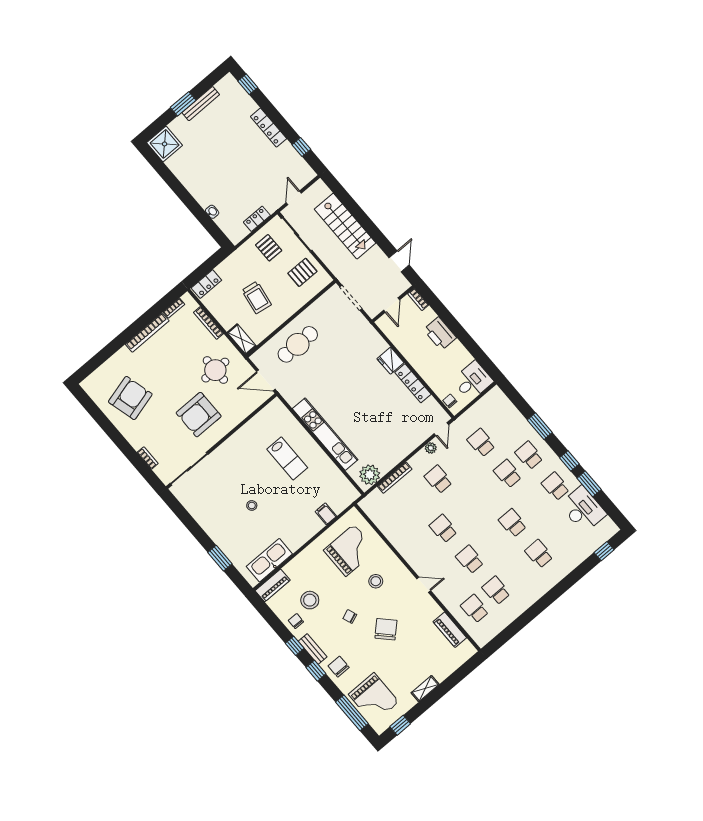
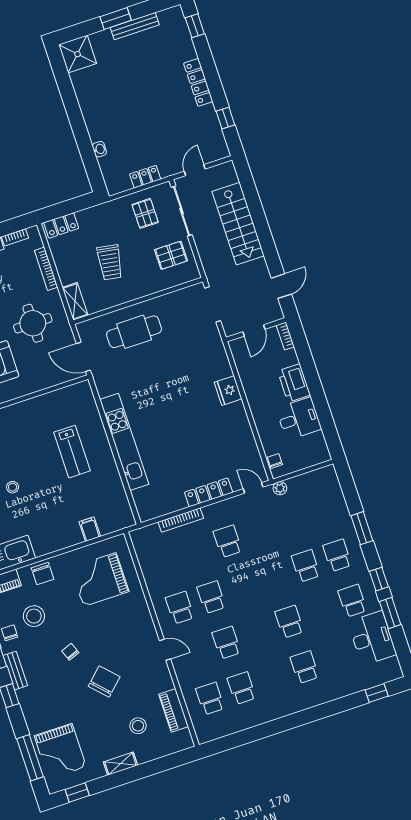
desk: (473, 381) -> (299, 419), moved
locker: (413, 383) -> (209, 492), moved, turned 90
door: (441, 429) -> (253, 488), swing flipped
school desk: (481, 443) -> (180, 608), moved
plant: (431, 448) -> (280, 488), moved
plant: (370, 475) -> (155, 506), removed
grand piano: (350, 550) -> (100, 580), turned 180
stool: (376, 581) -> (138, 726), moved
chair: (339, 667) -> (43, 574), moved, turned 180

